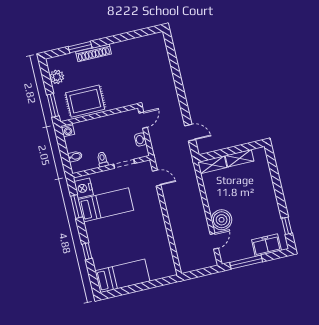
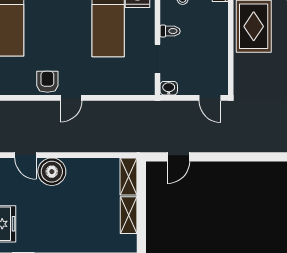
washbasin: (140, 139) -> (169, 88), moved
door: (157, 178) -> (71, 98), moved
armchair: (159, 238) -> (47, 82), added

